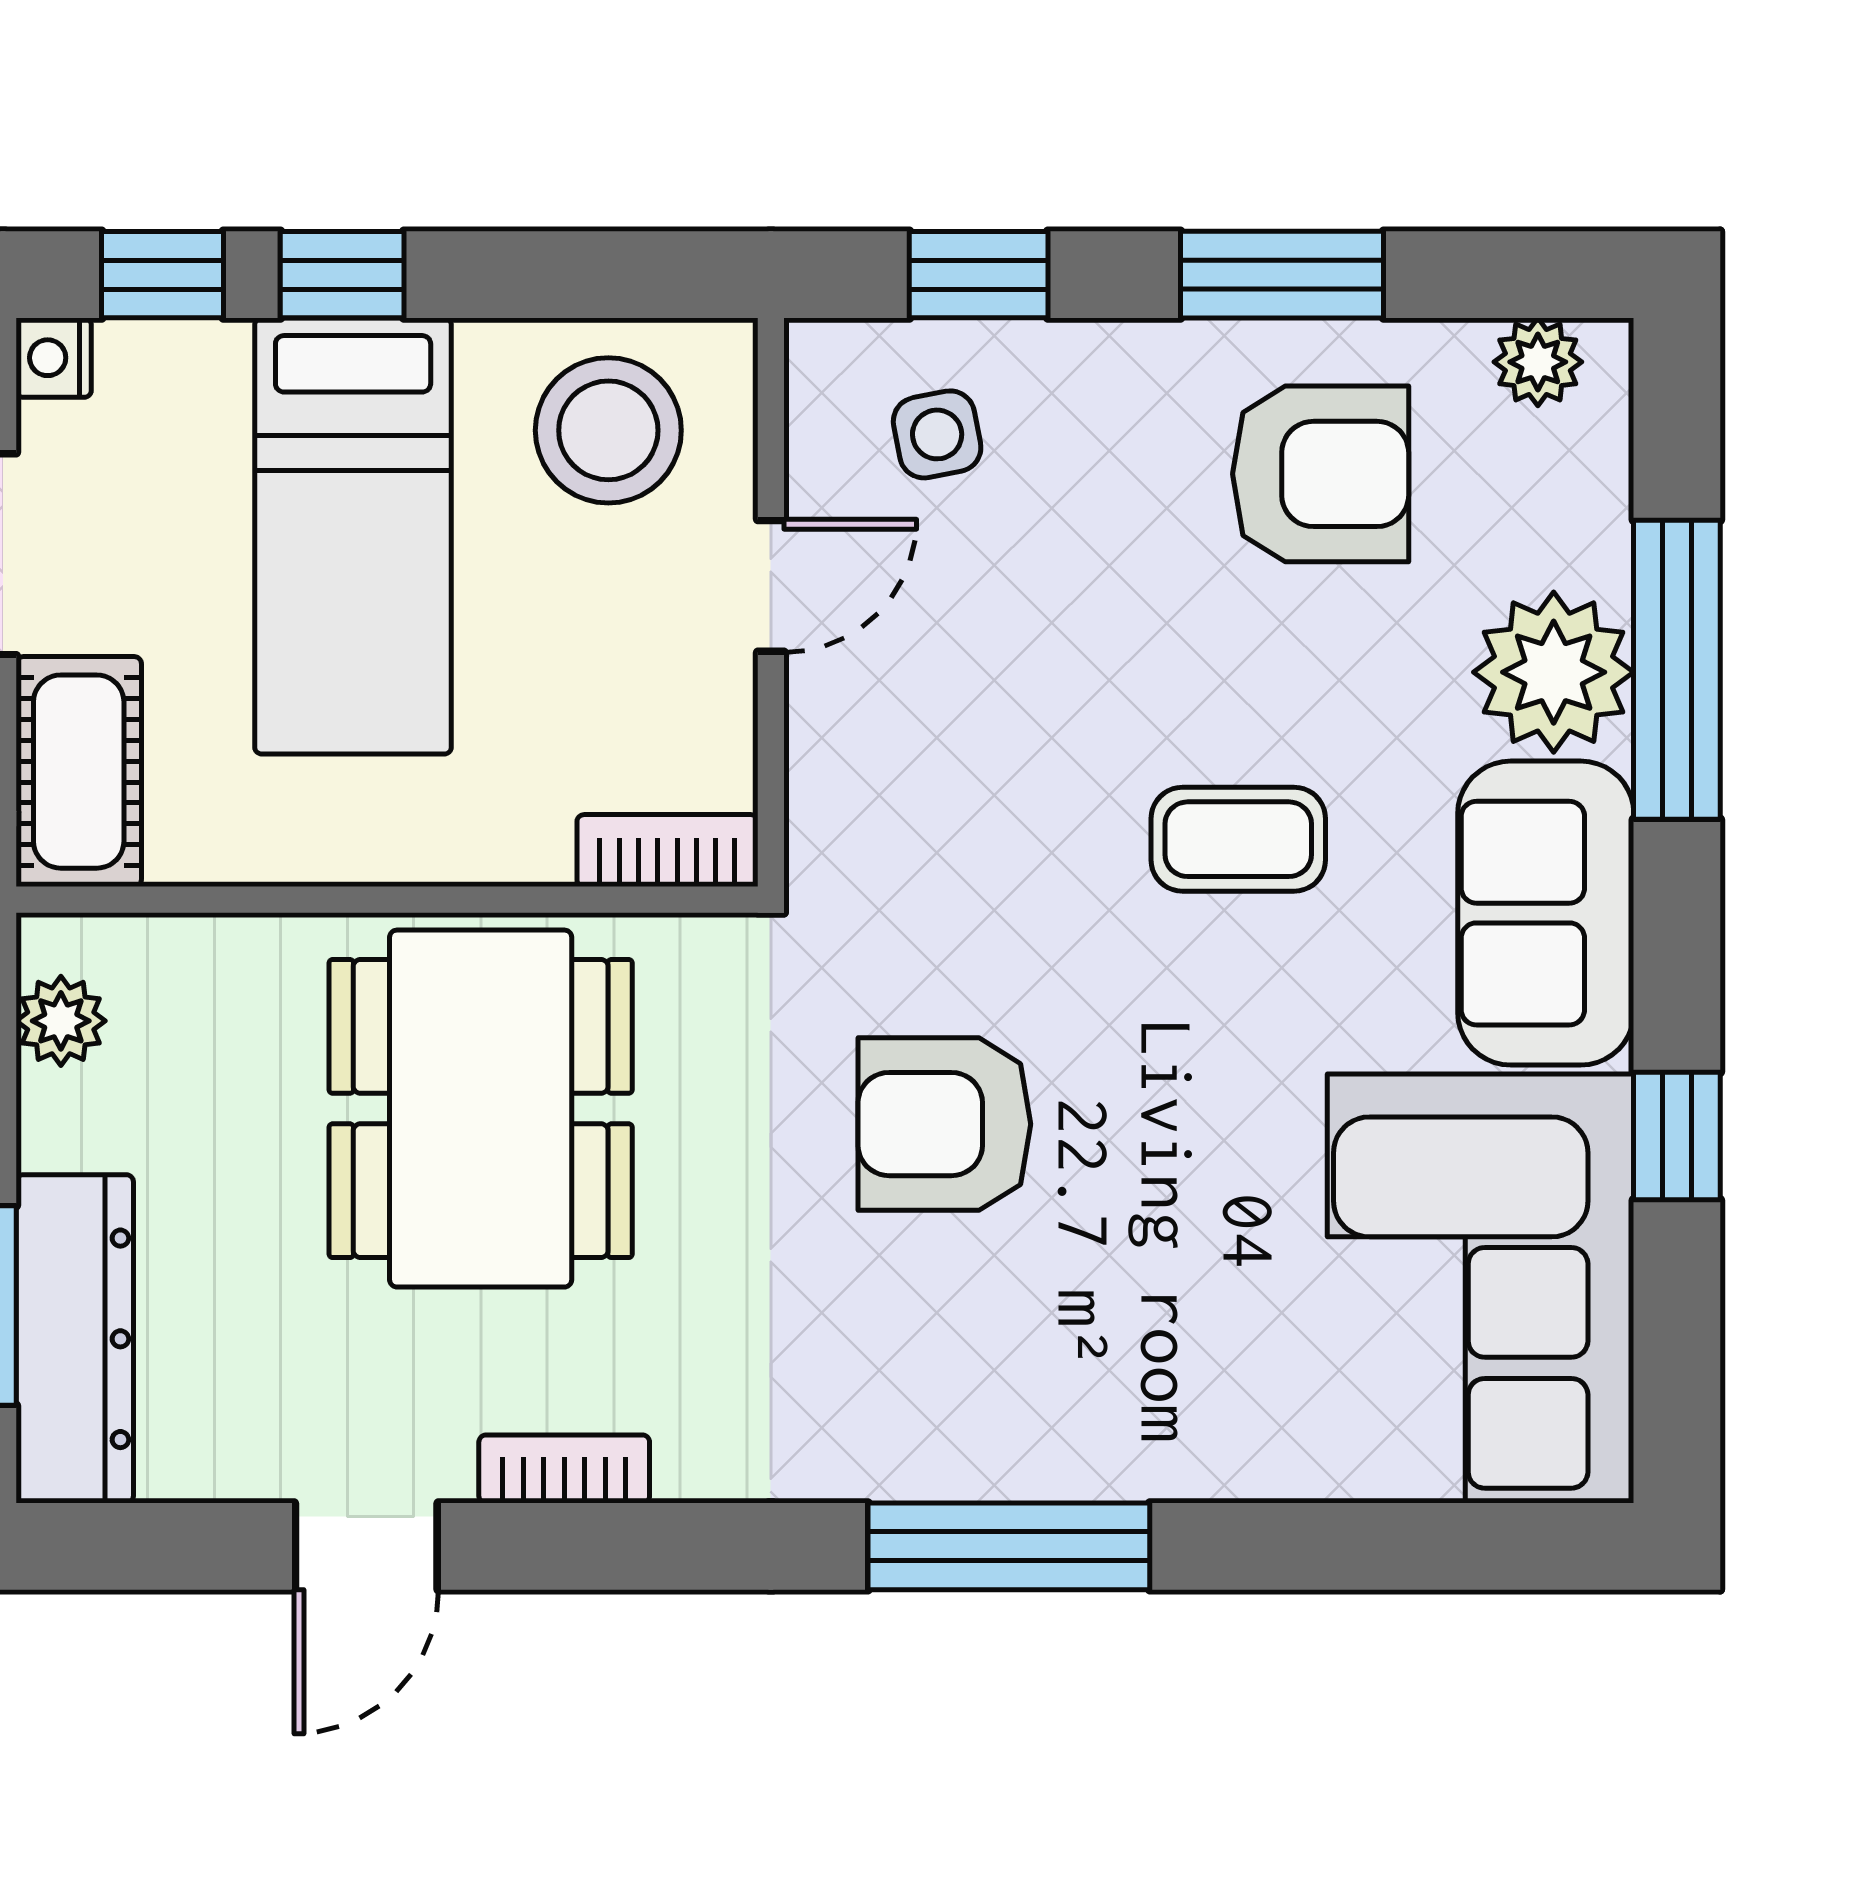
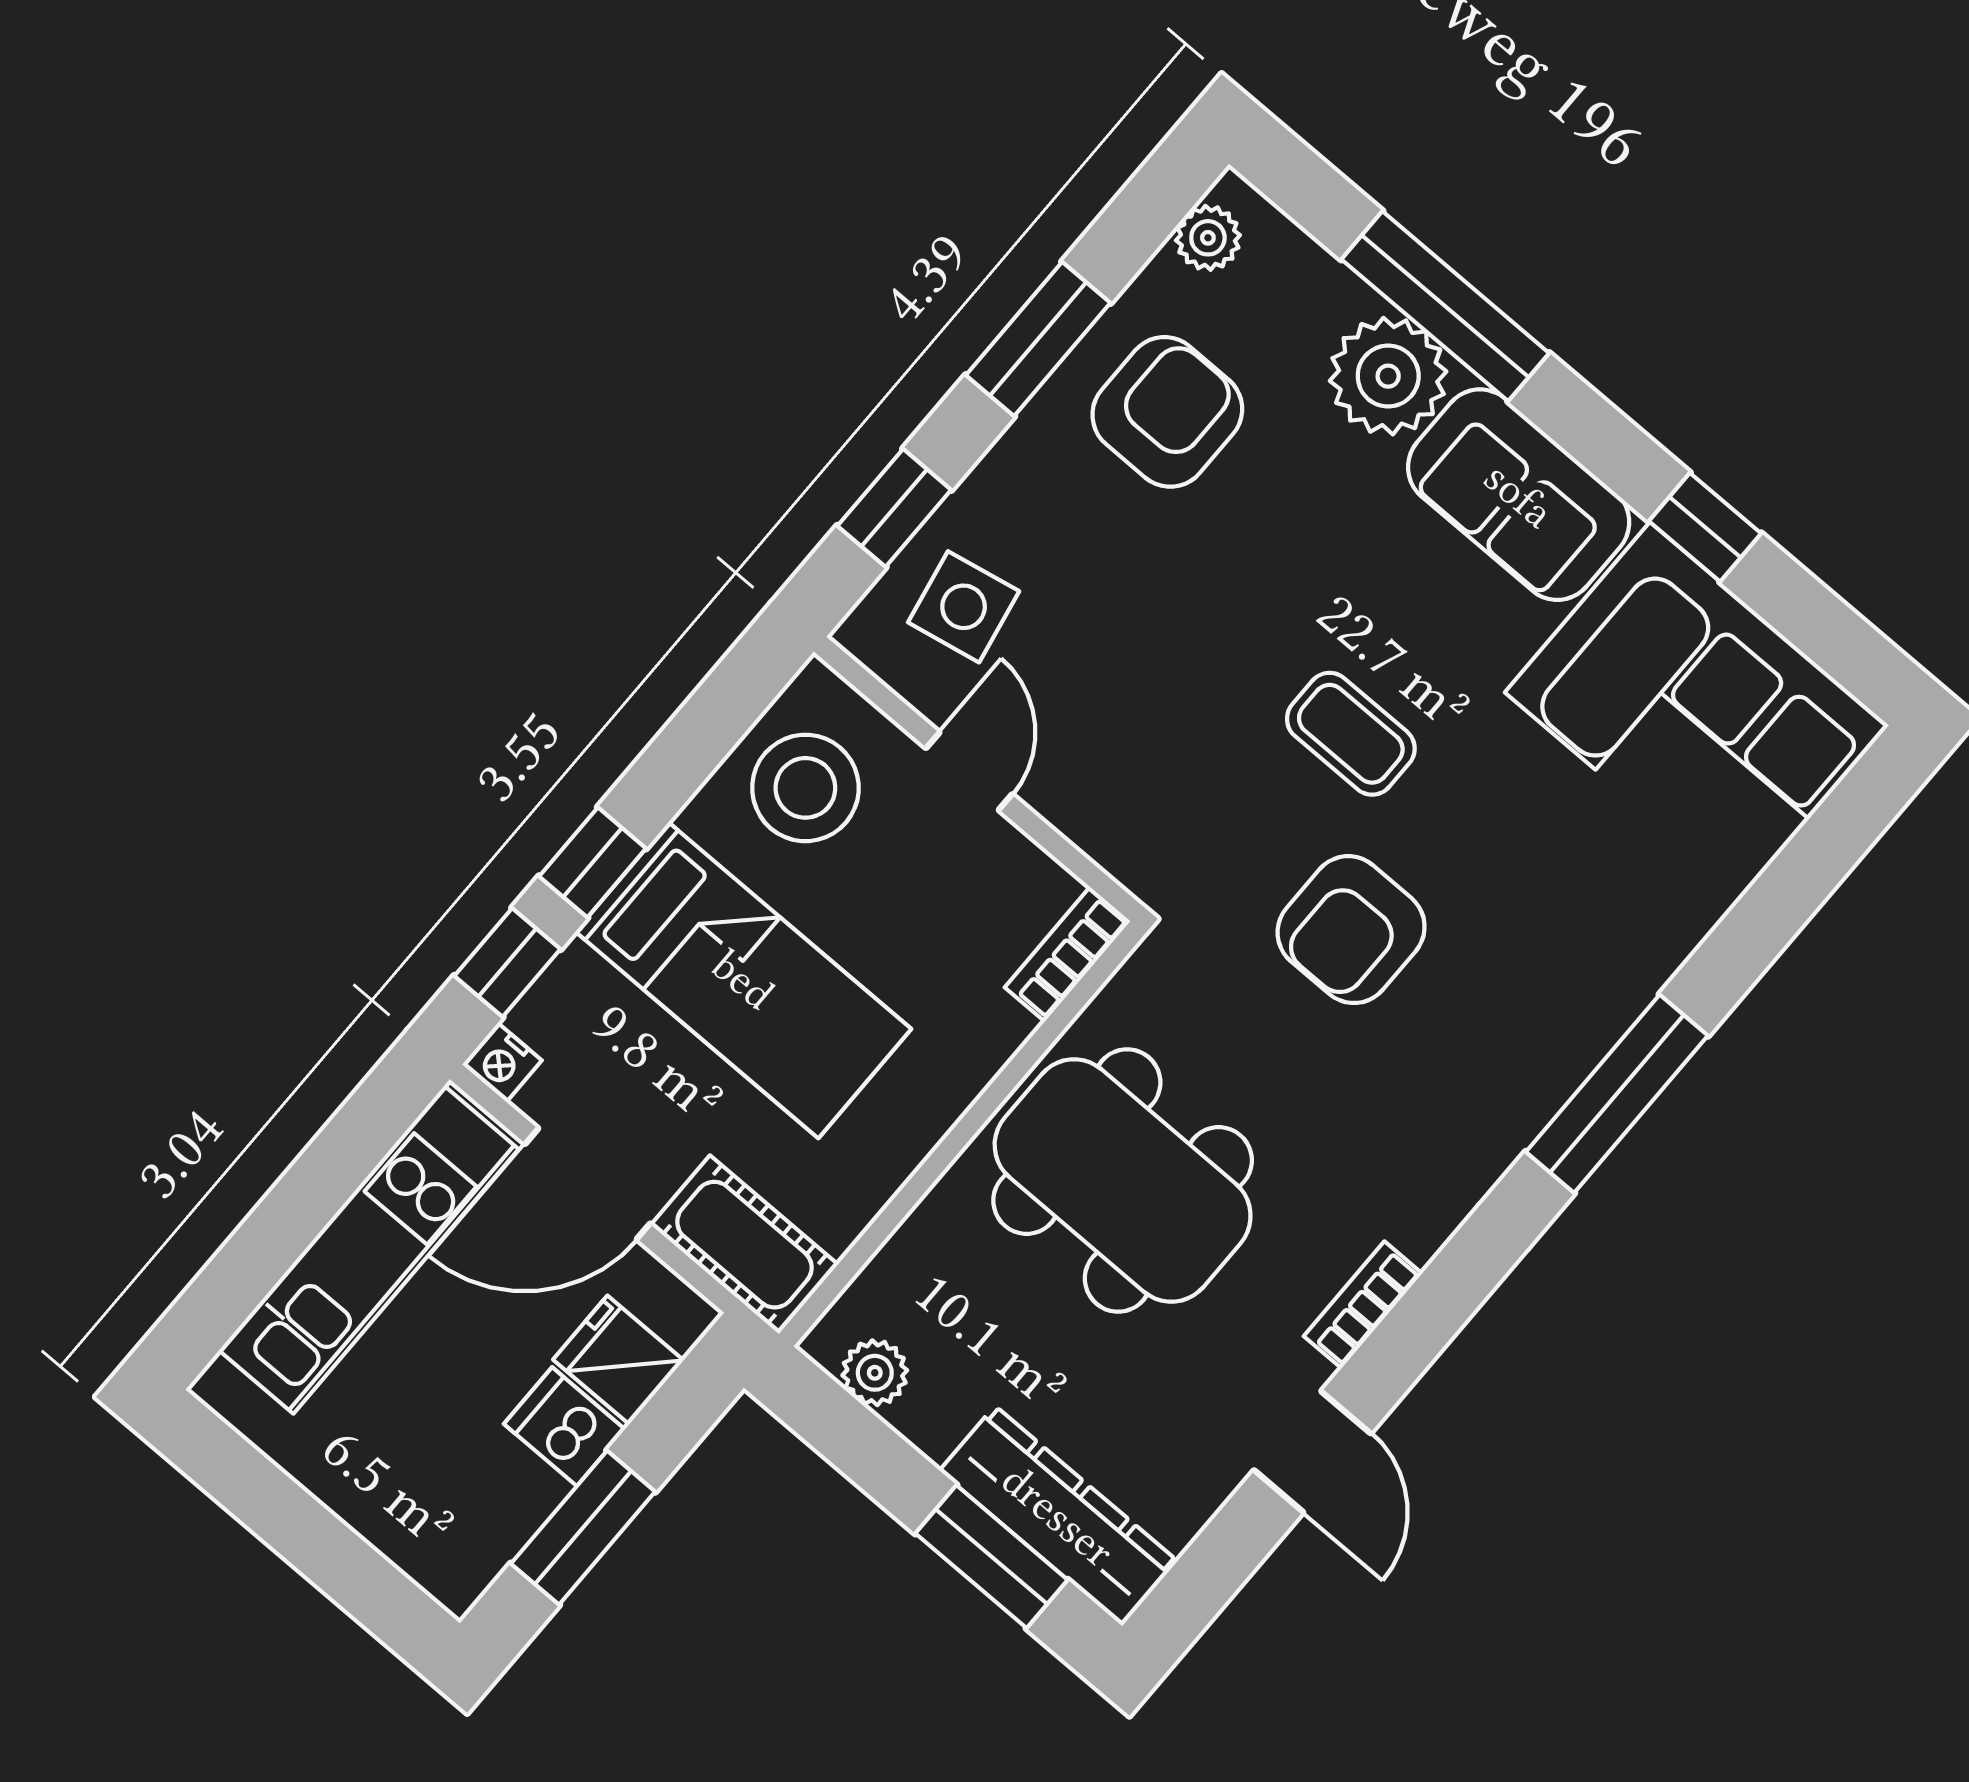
side table: (937, 434) -> (964, 607), width x1.37, depth x1.37
coffee table: (1238, 839) -> (1351, 734), moved, turned 90

